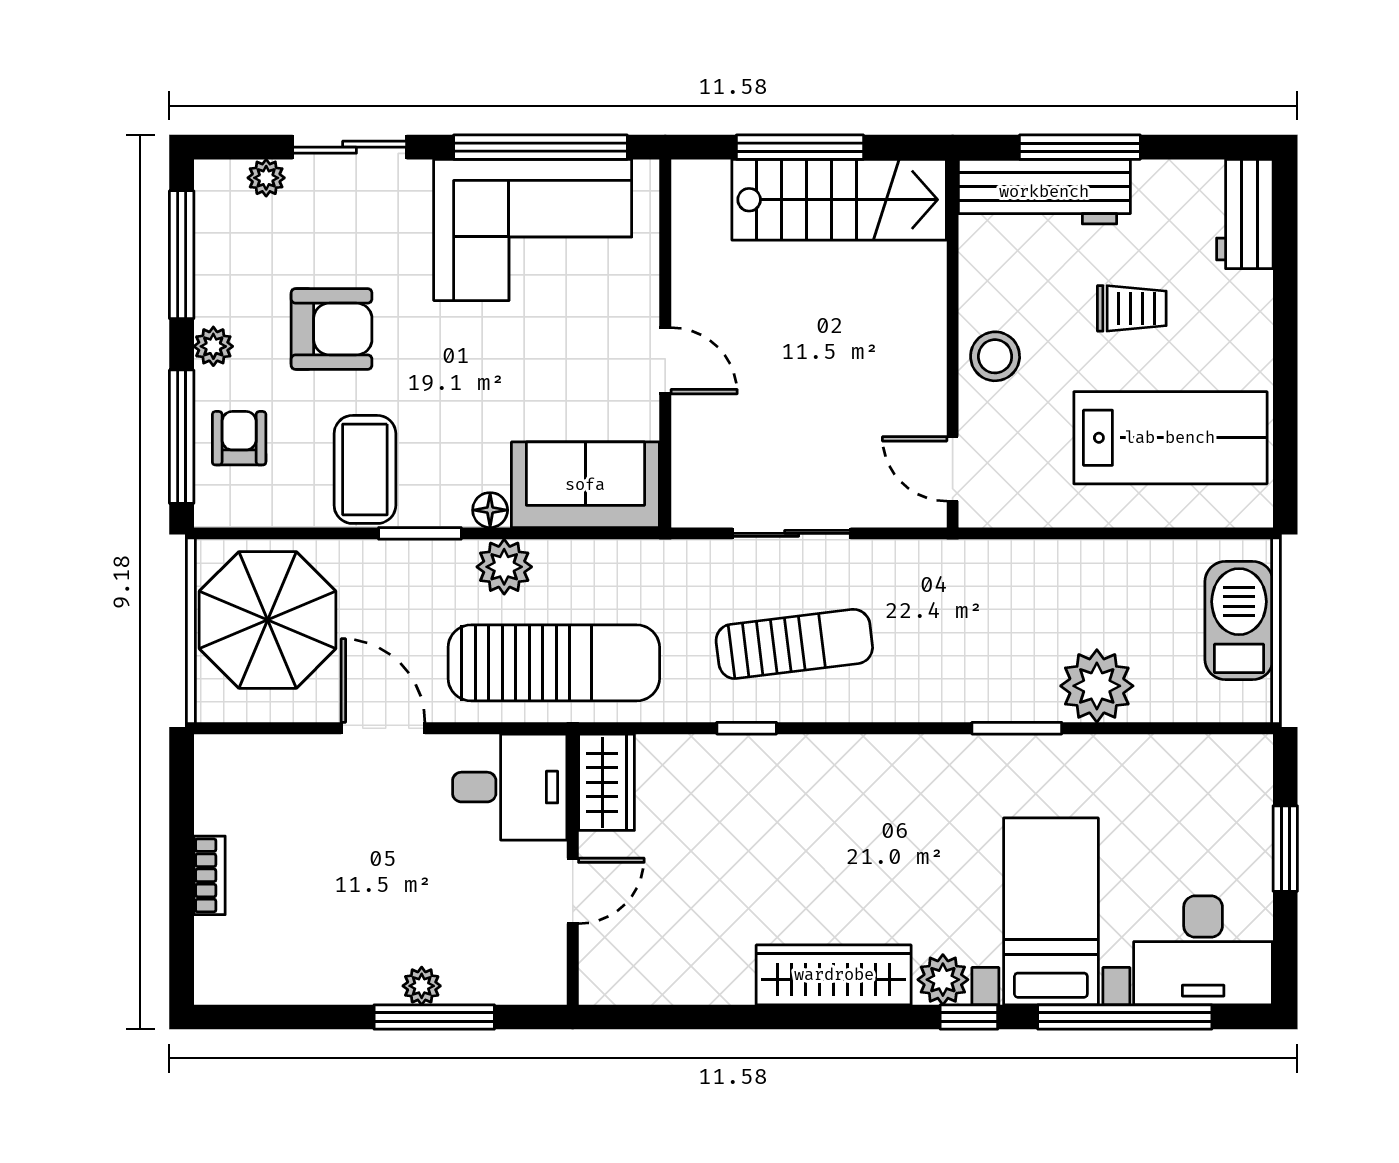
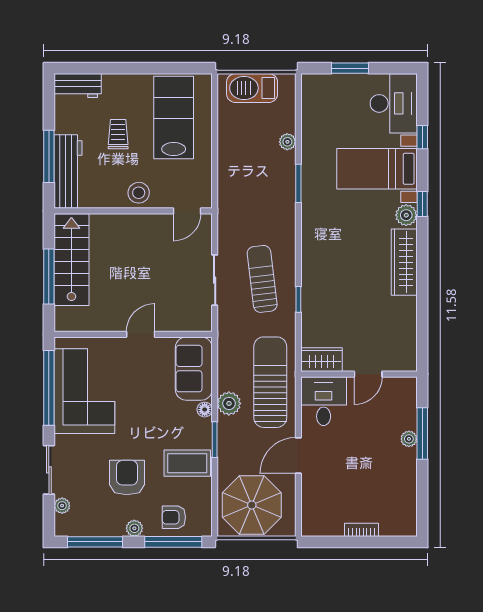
plant: (1097, 686) -> (287, 142), width x0.53, depth x0.53
door: (573, 891) -> (368, 374), swing flipped
window: (1125, 1017) -> (422, 137), width x0.32

